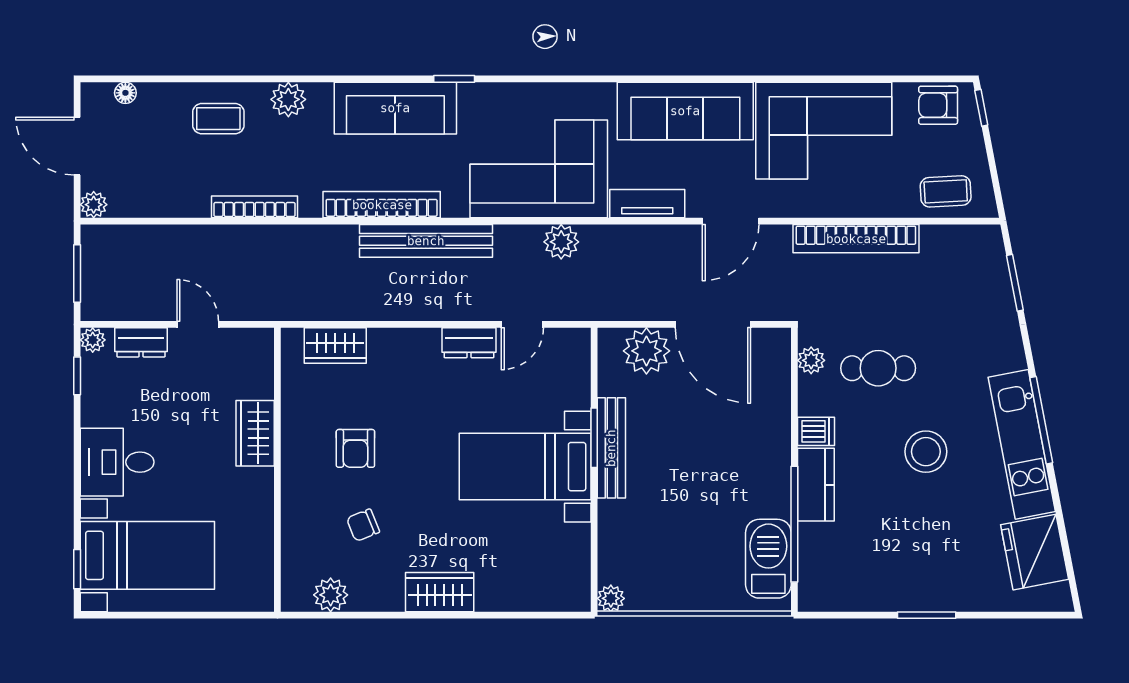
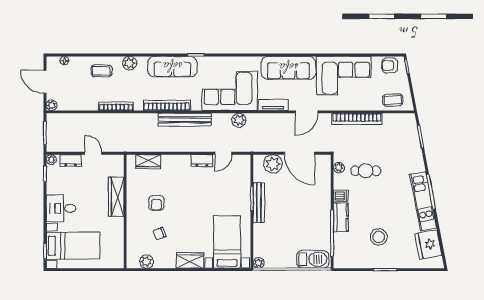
wardrobe: (255, 433) -> (116, 197), width x1.50
stool: (926, 452) -> (379, 237), moved
bed with nightstands: (525, 467) -> (227, 242), moved, turned 90
barbecue: (768, 559) -> (313, 259), moved, turned 90

